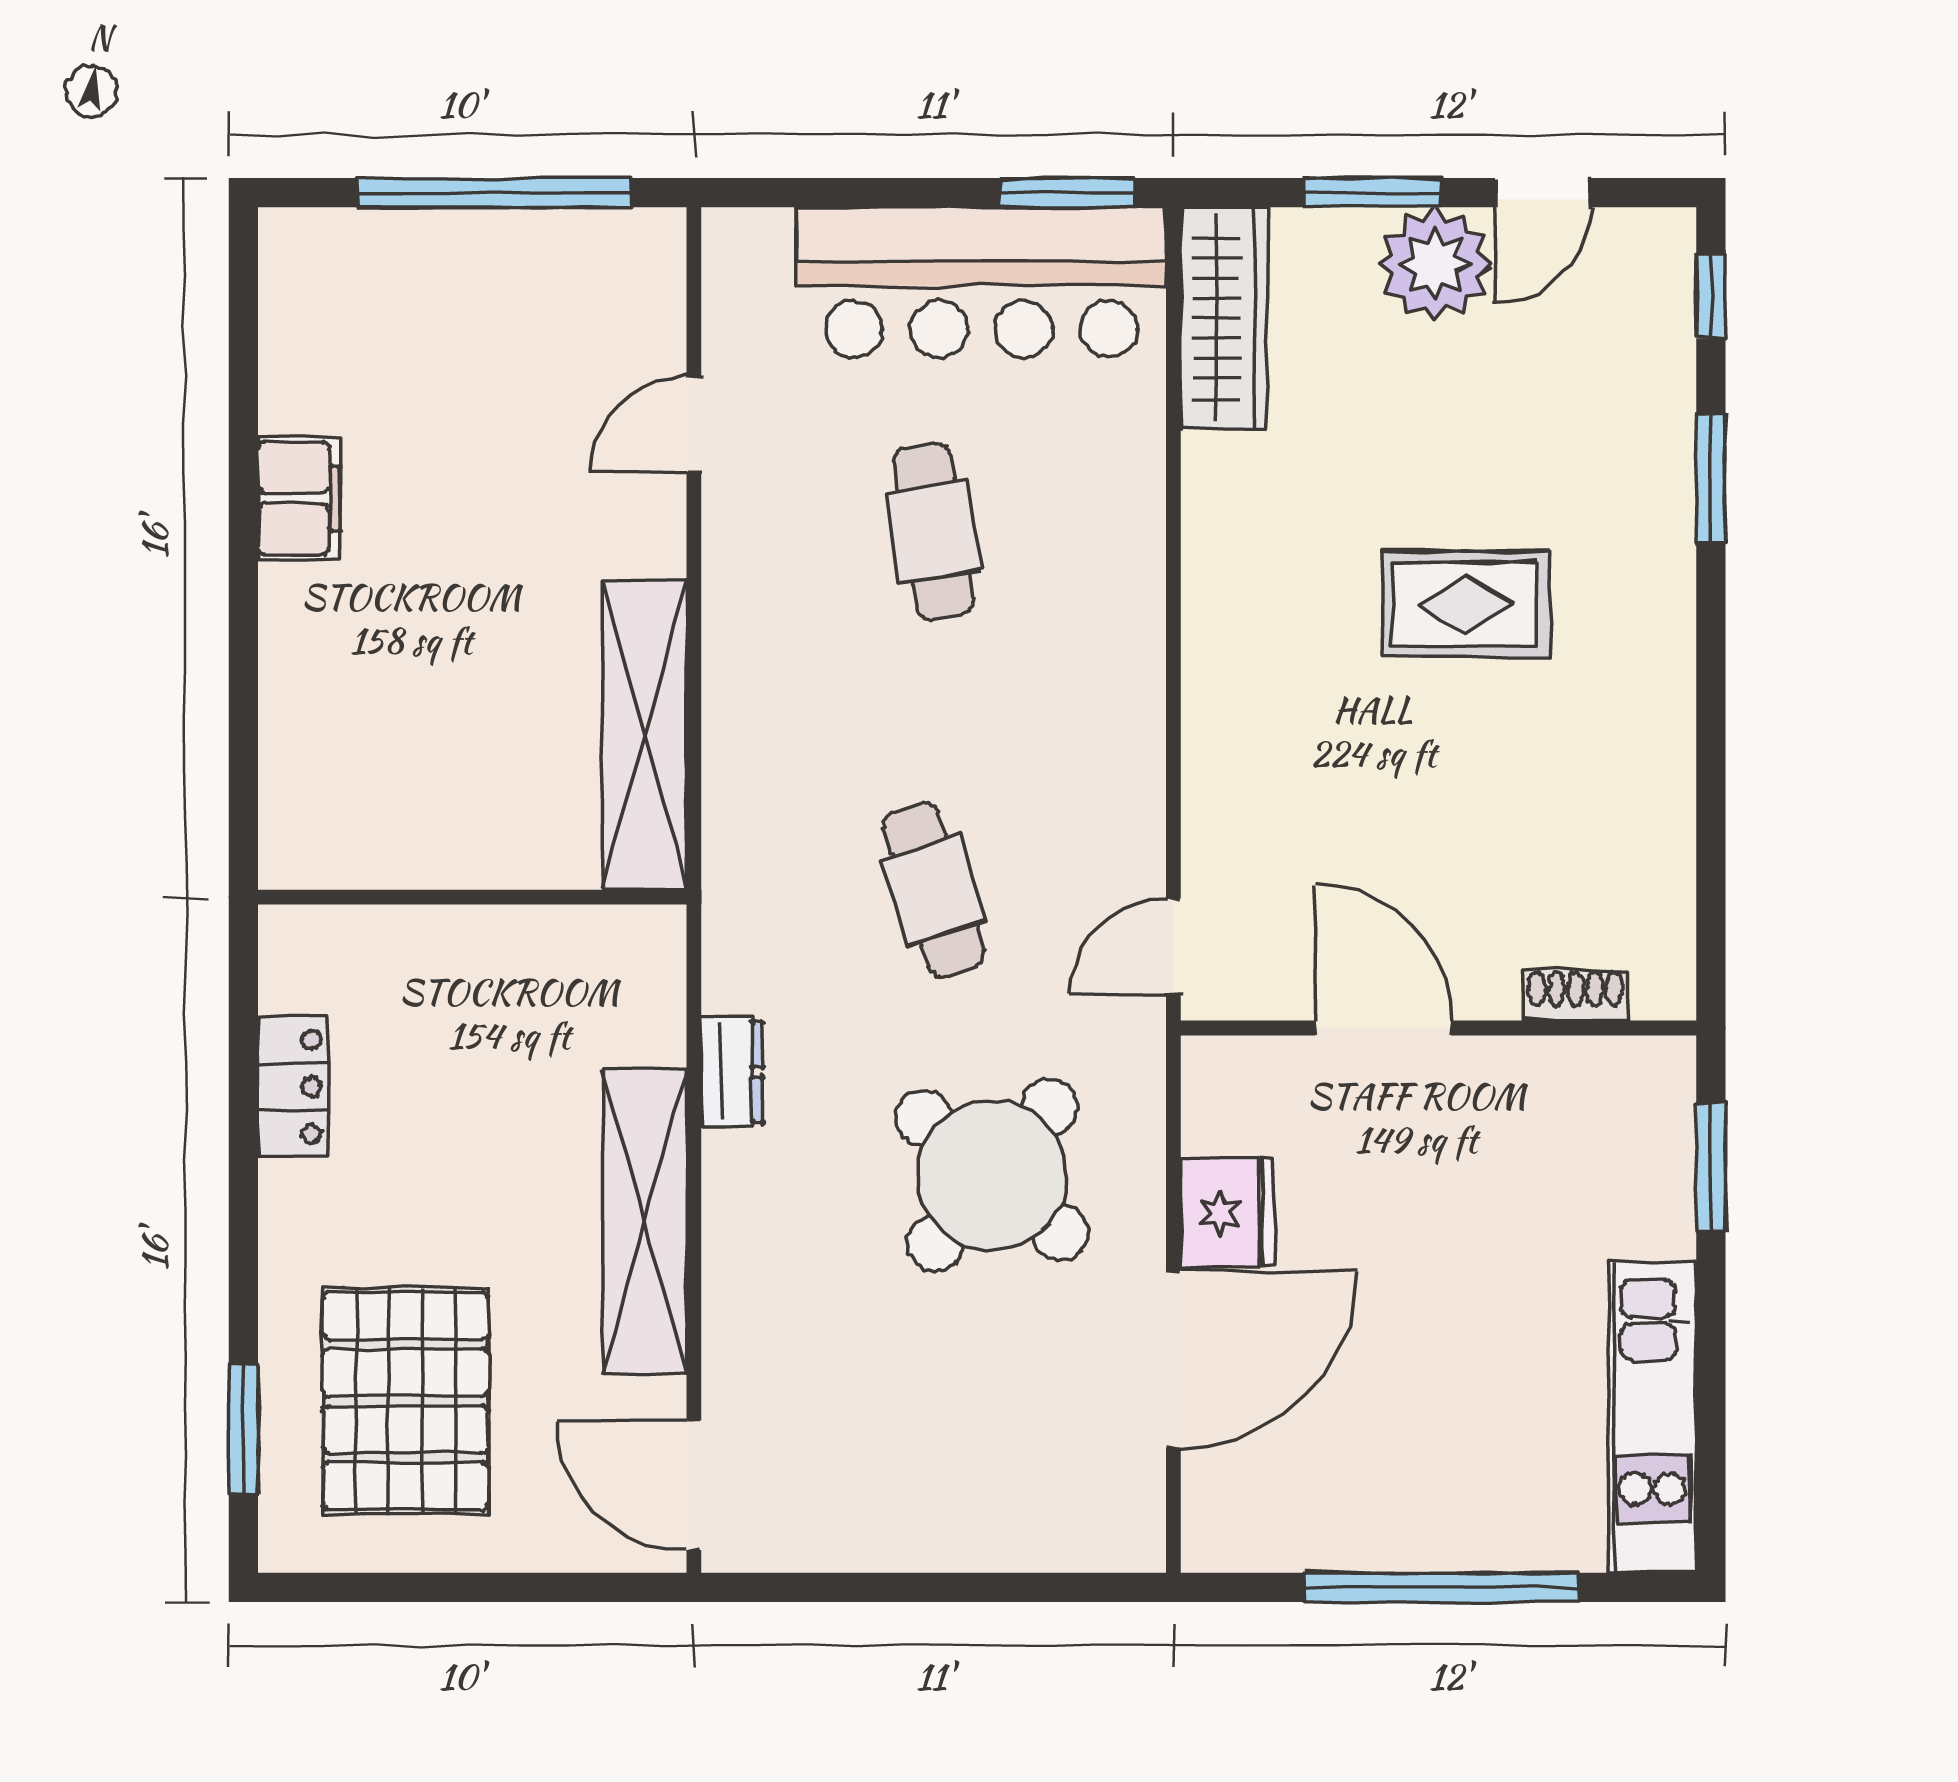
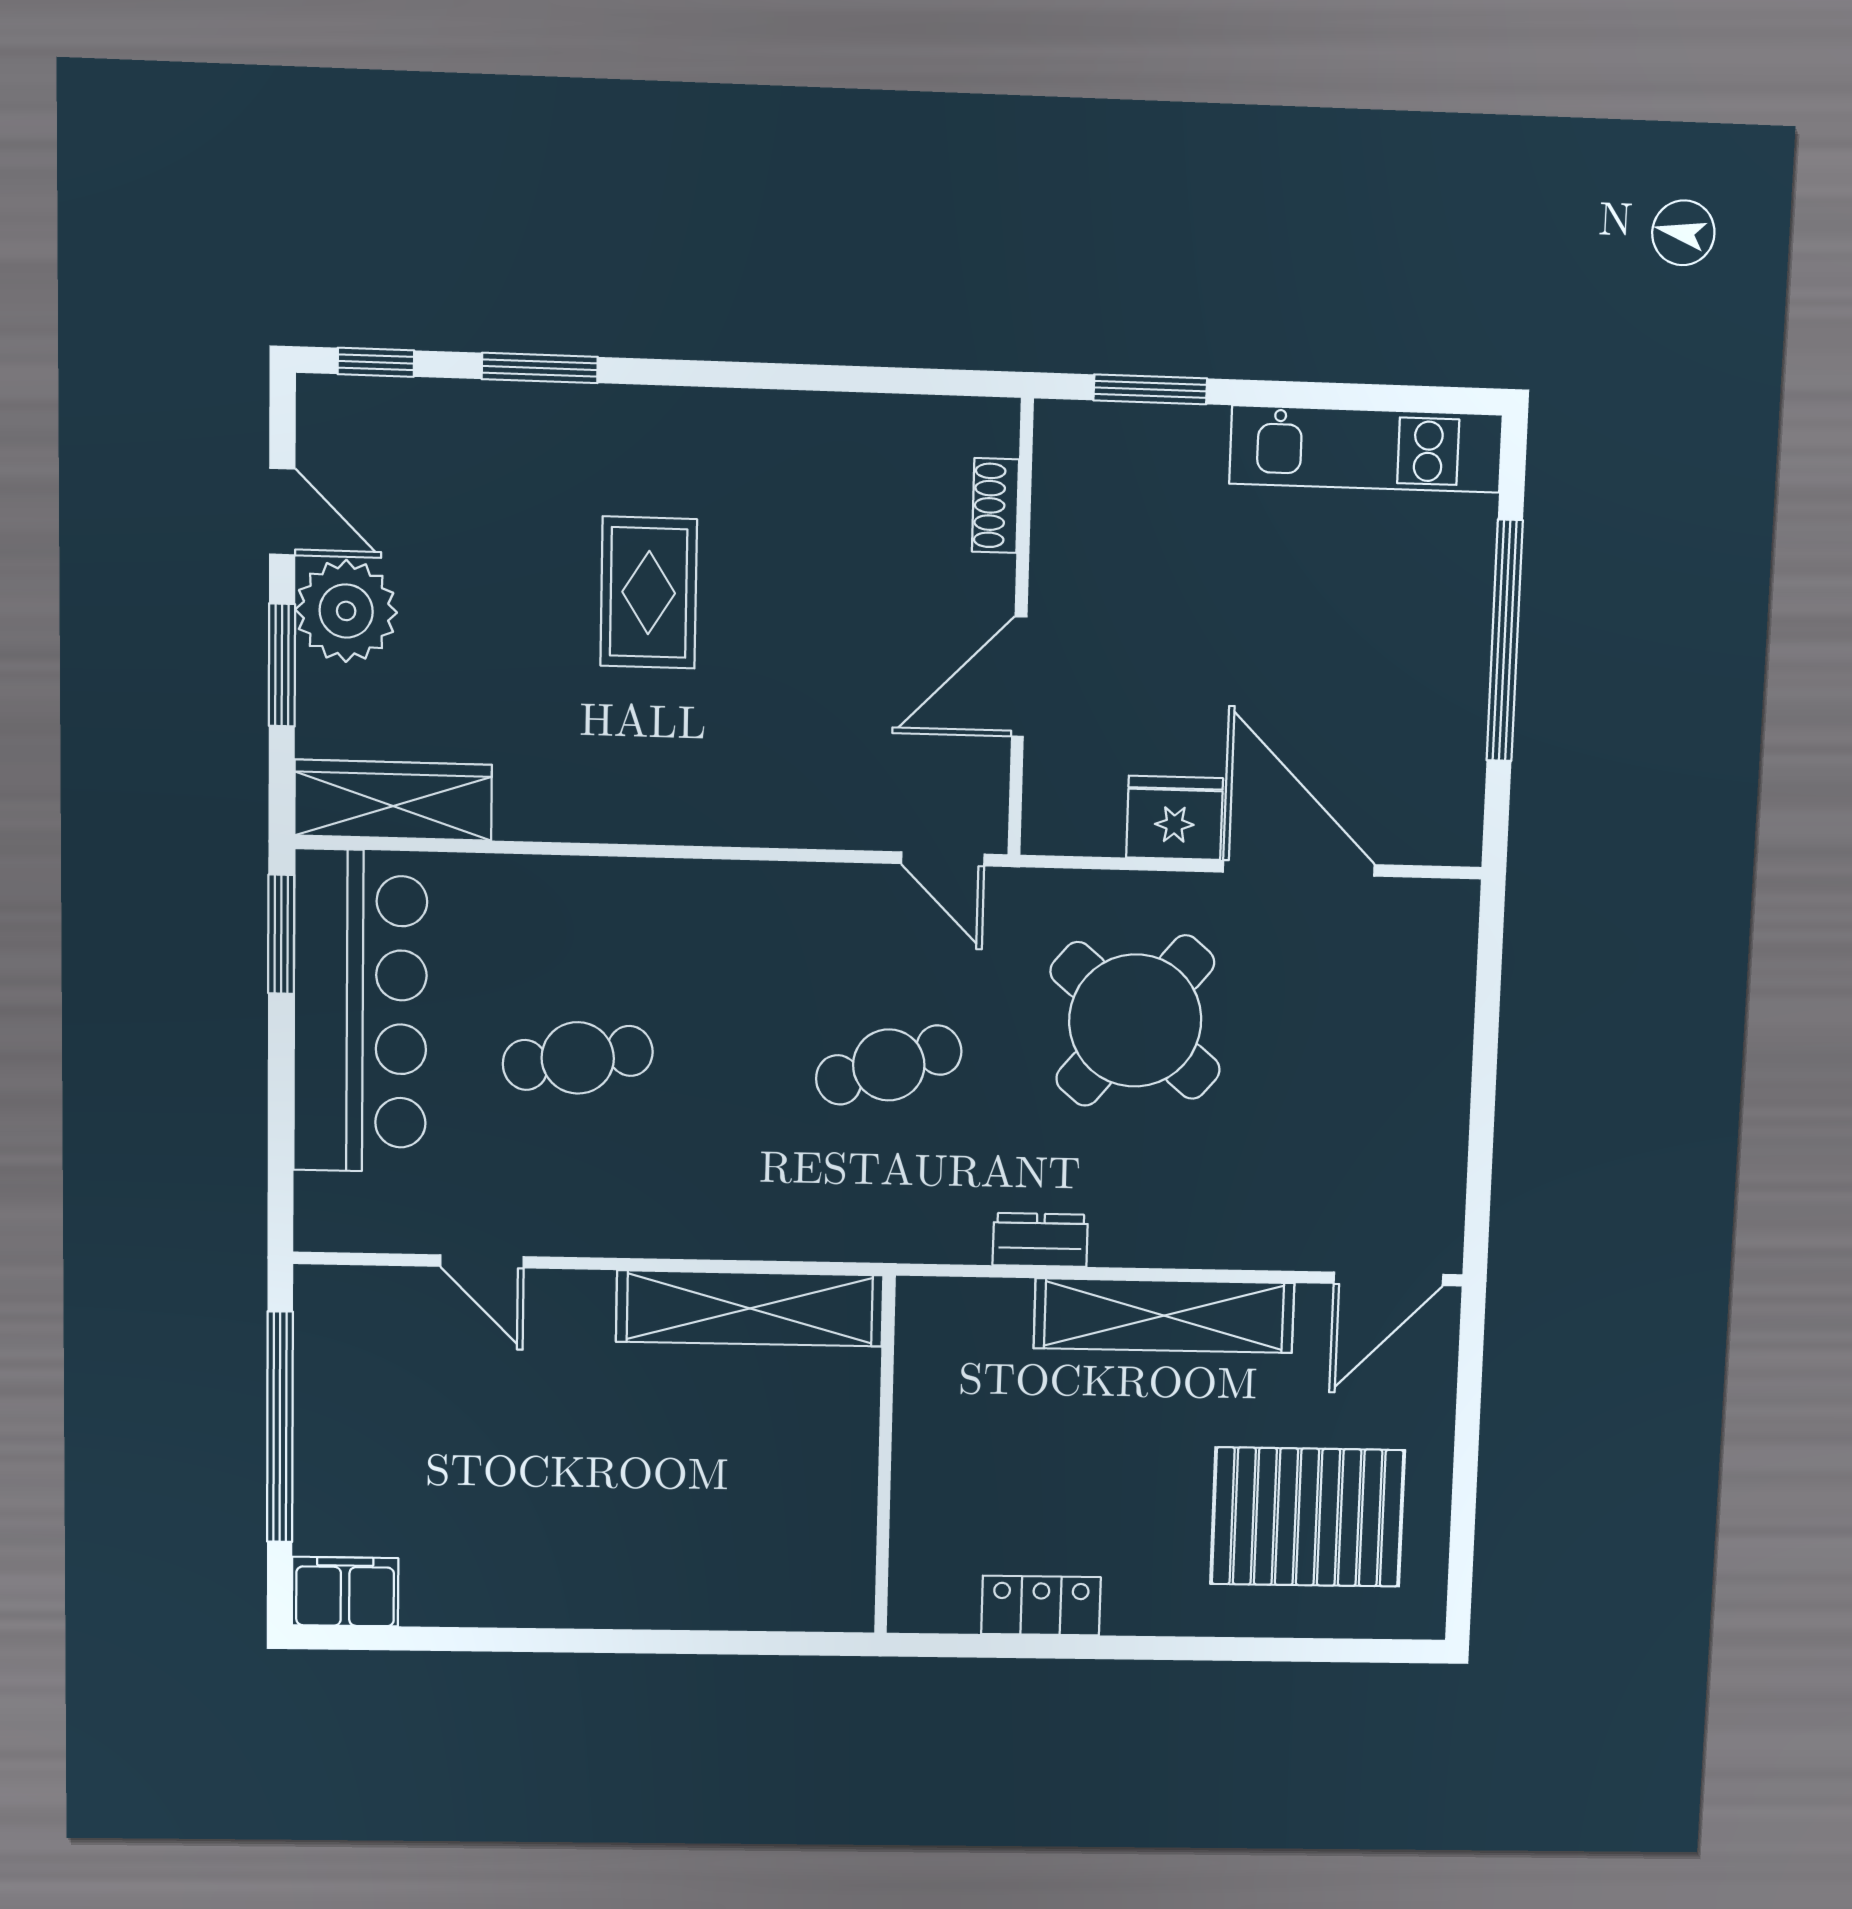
filing cabinet: (299, 499) -> (345, 1592), moved
window: (243, 1430) -> (1326, 1650), removed

